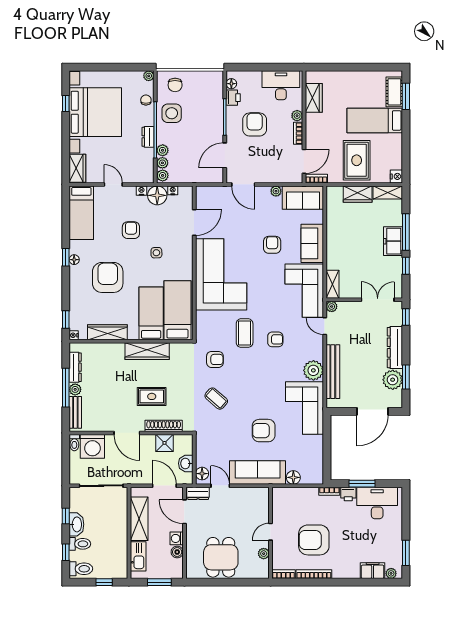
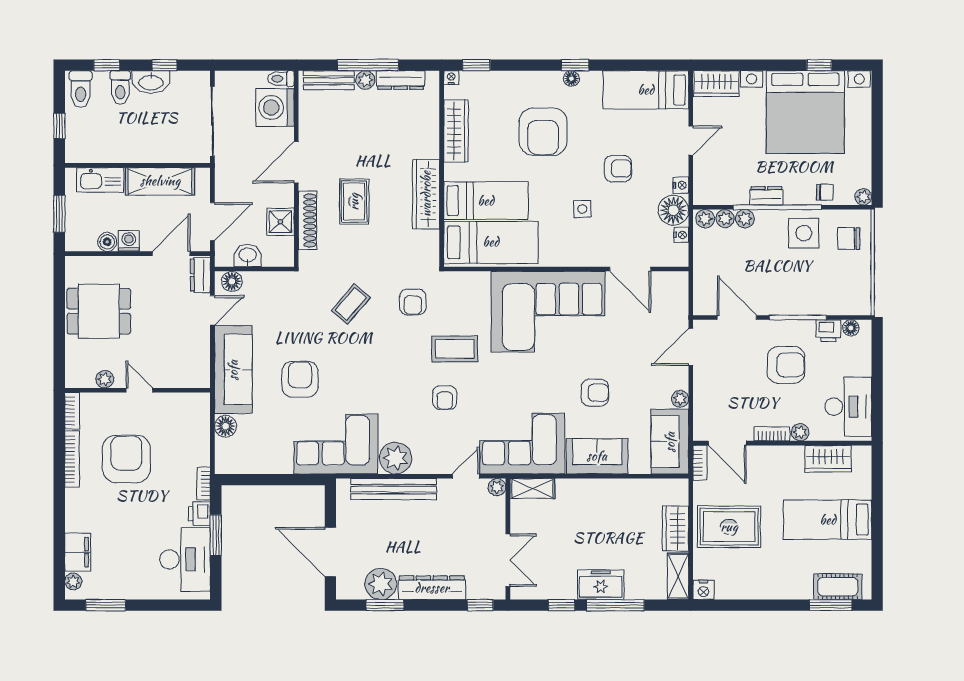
bed: (375, 120) -> (828, 520), moved, turned -90
armchair: (108, 277) -> (543, 132), turned 90

